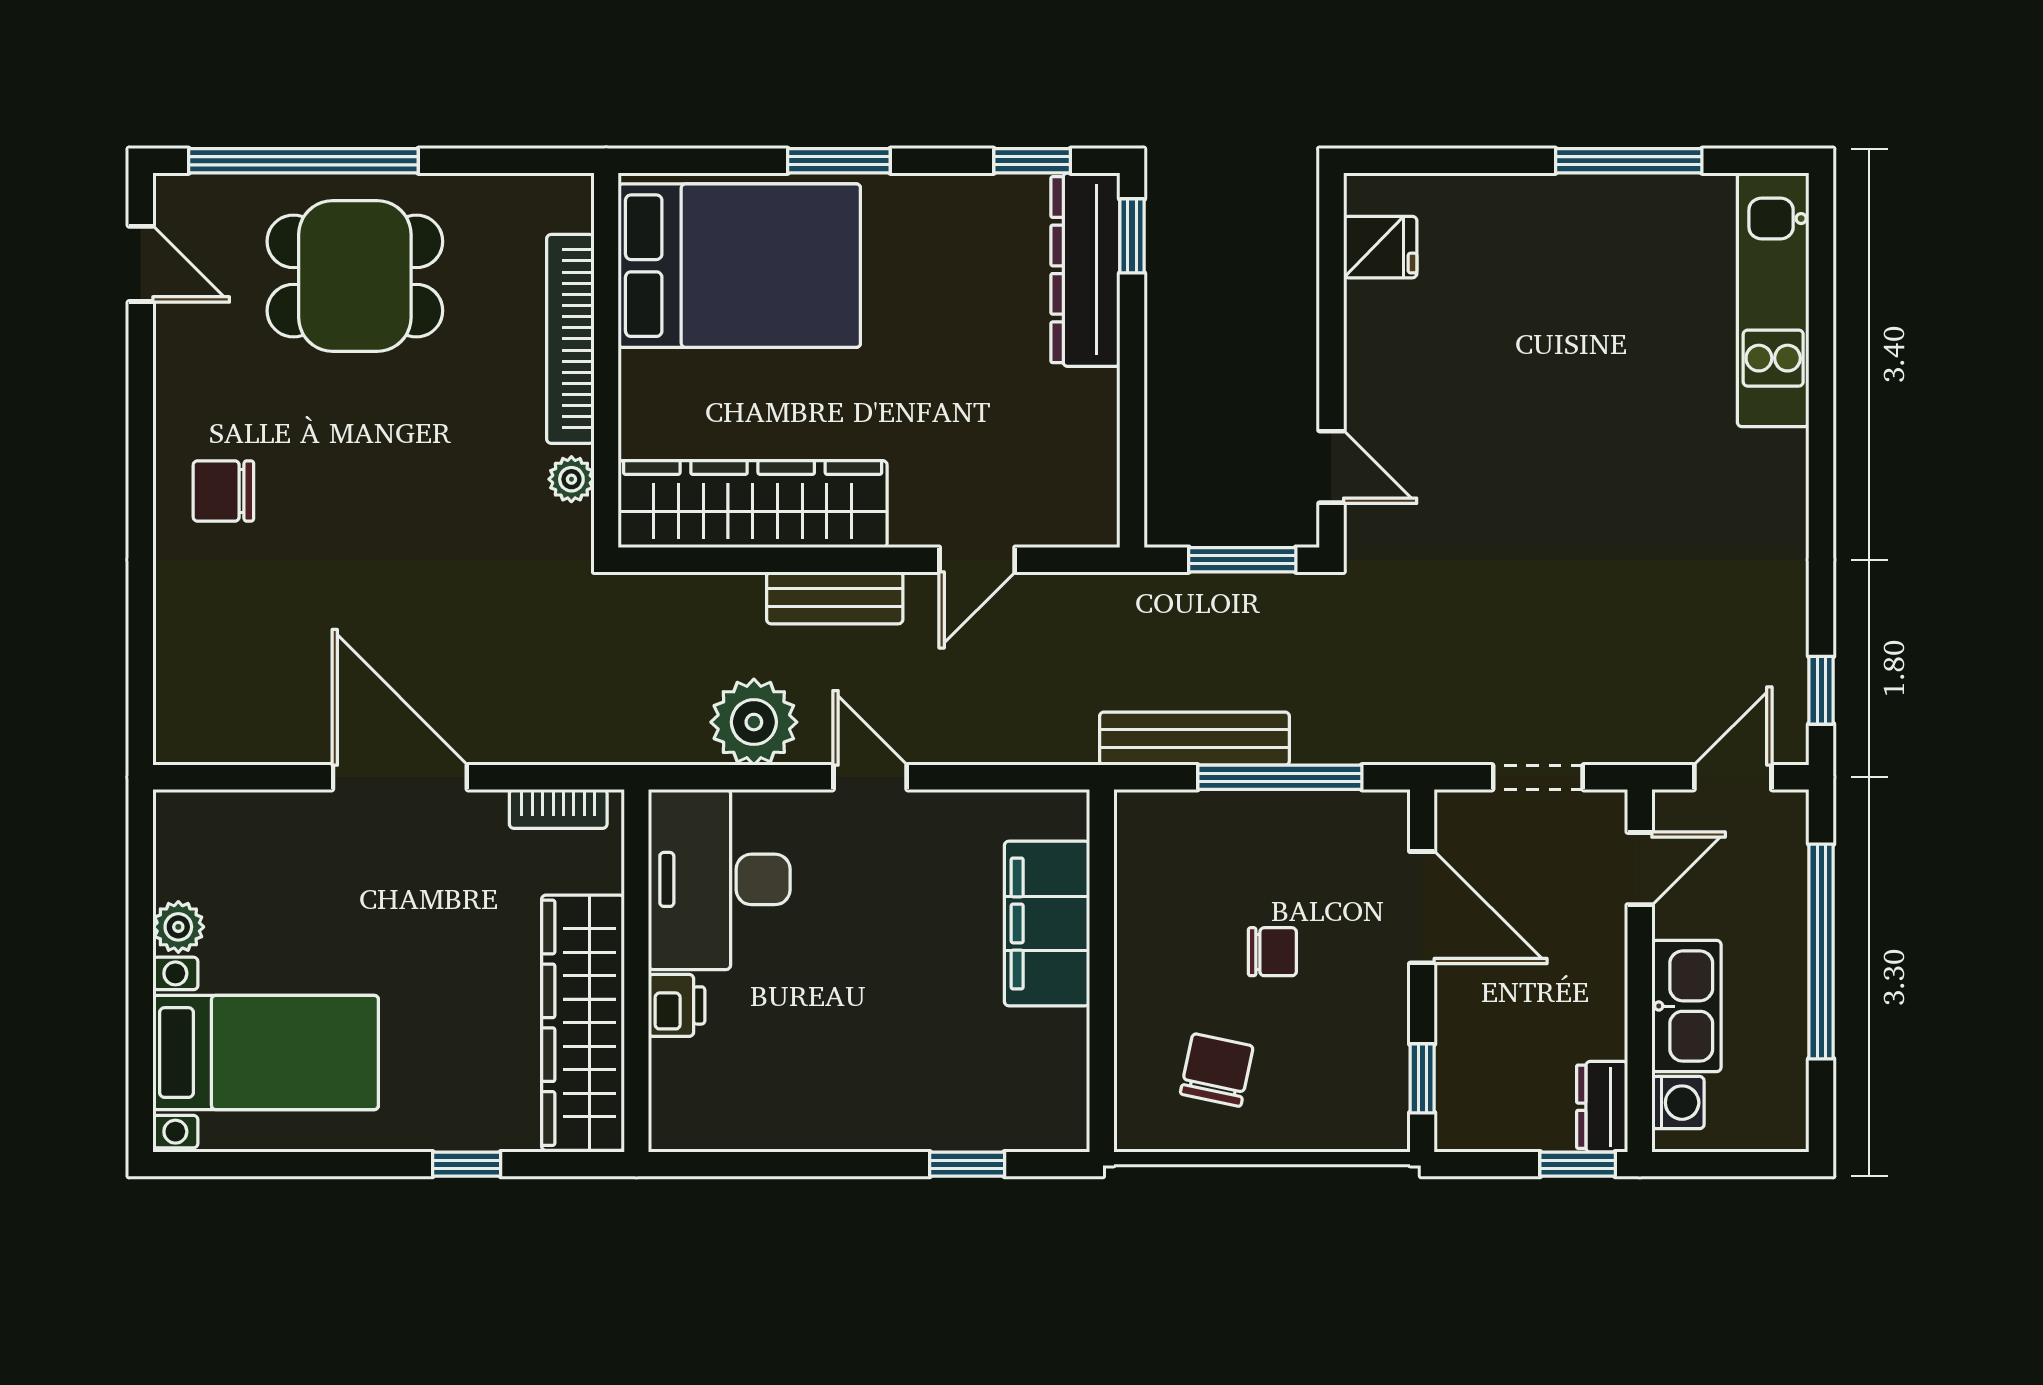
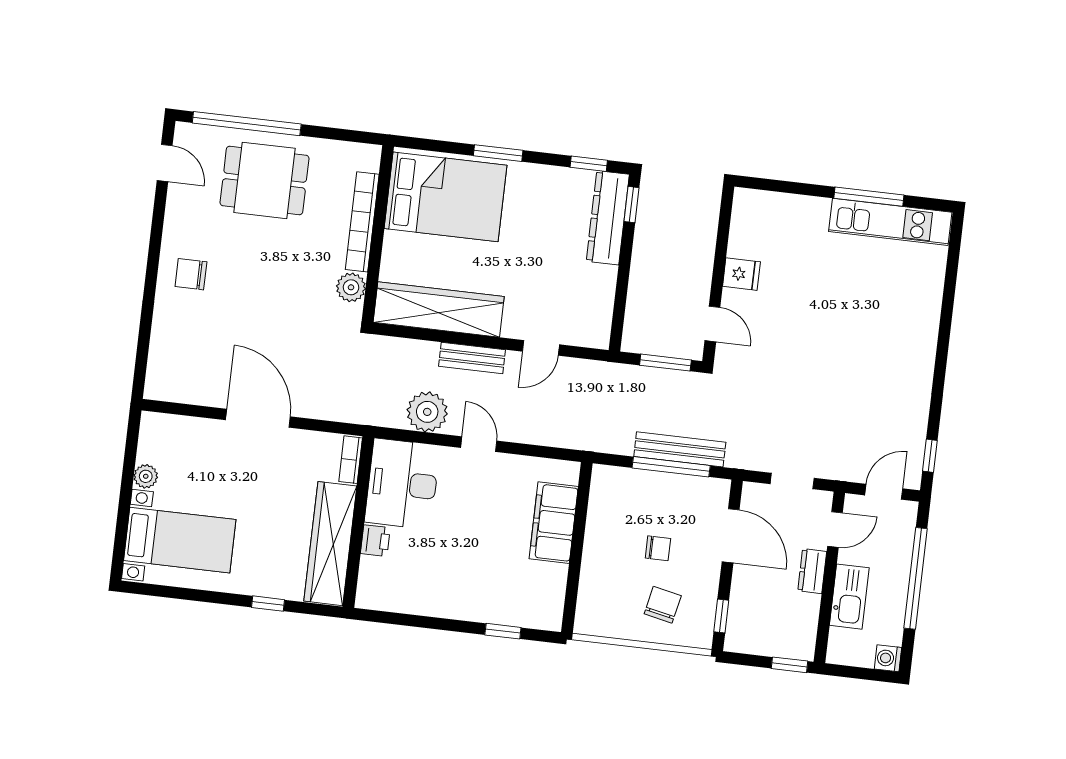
fridge: (1380, 247) -> (741, 274), moved
kitchen unit: (1773, 300) -> (890, 222), moved, turned -90
plant: (571, 479) -> (351, 287), width x1.38, depth x1.38
bench: (1194, 739) -> (680, 449), moved
bookcase: (558, 809) -> (351, 460), moved, turned 90
chair: (1217, 1070) -> (663, 605), moved
washing machine: (1678, 1103) -> (888, 658), moved, turned 180
dresser: (1602, 1107) -> (812, 571), moved

